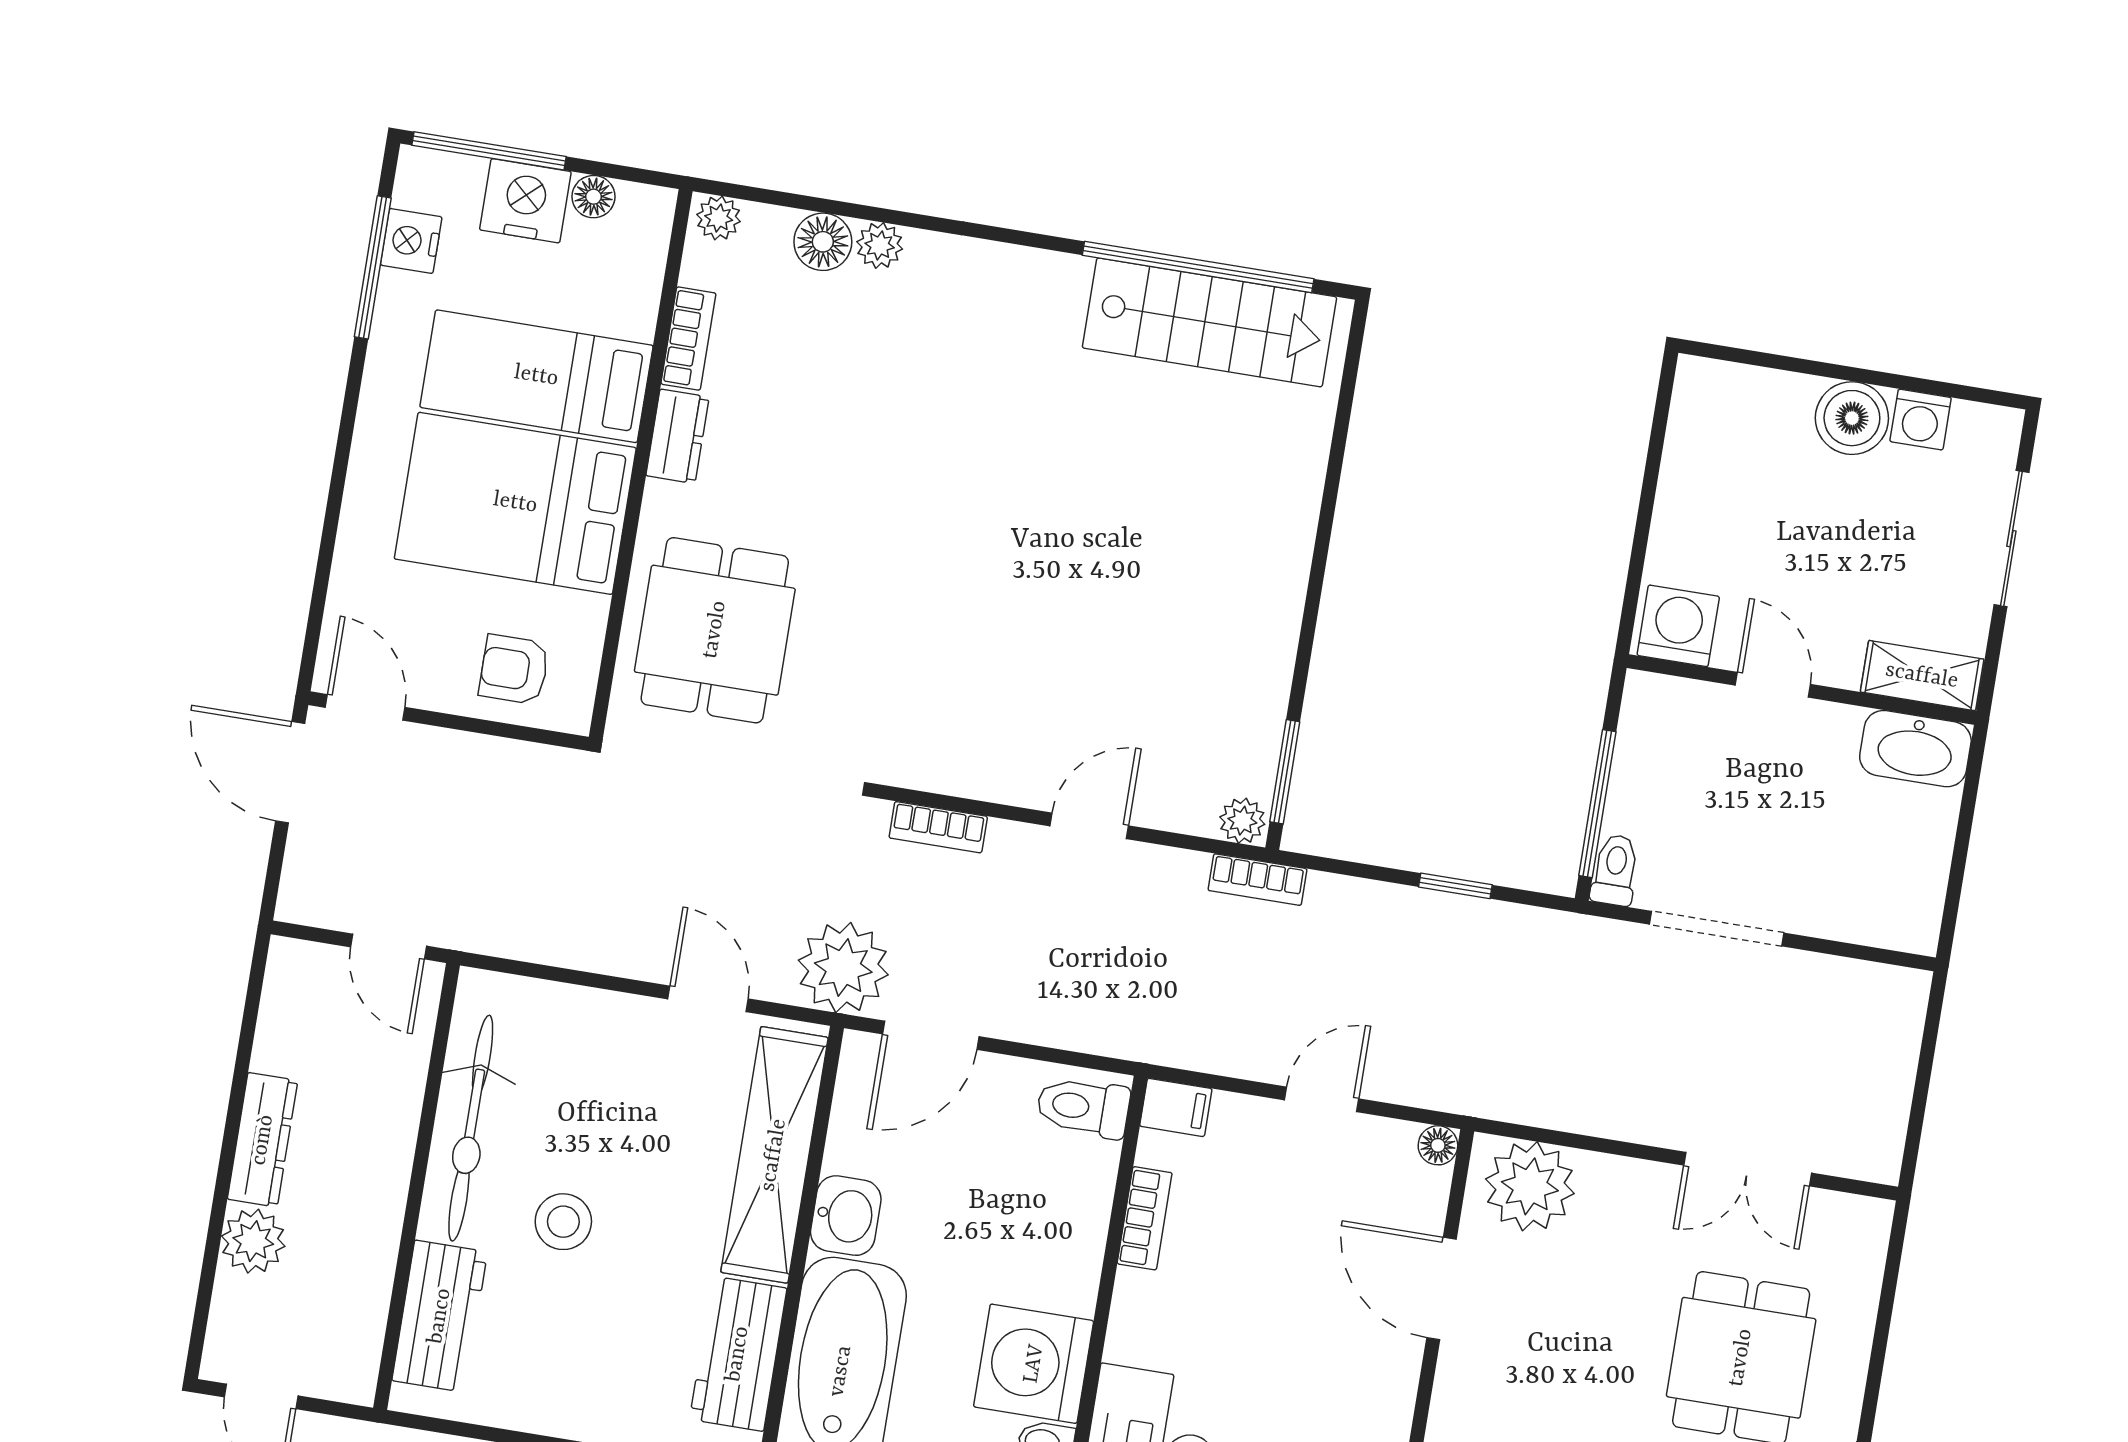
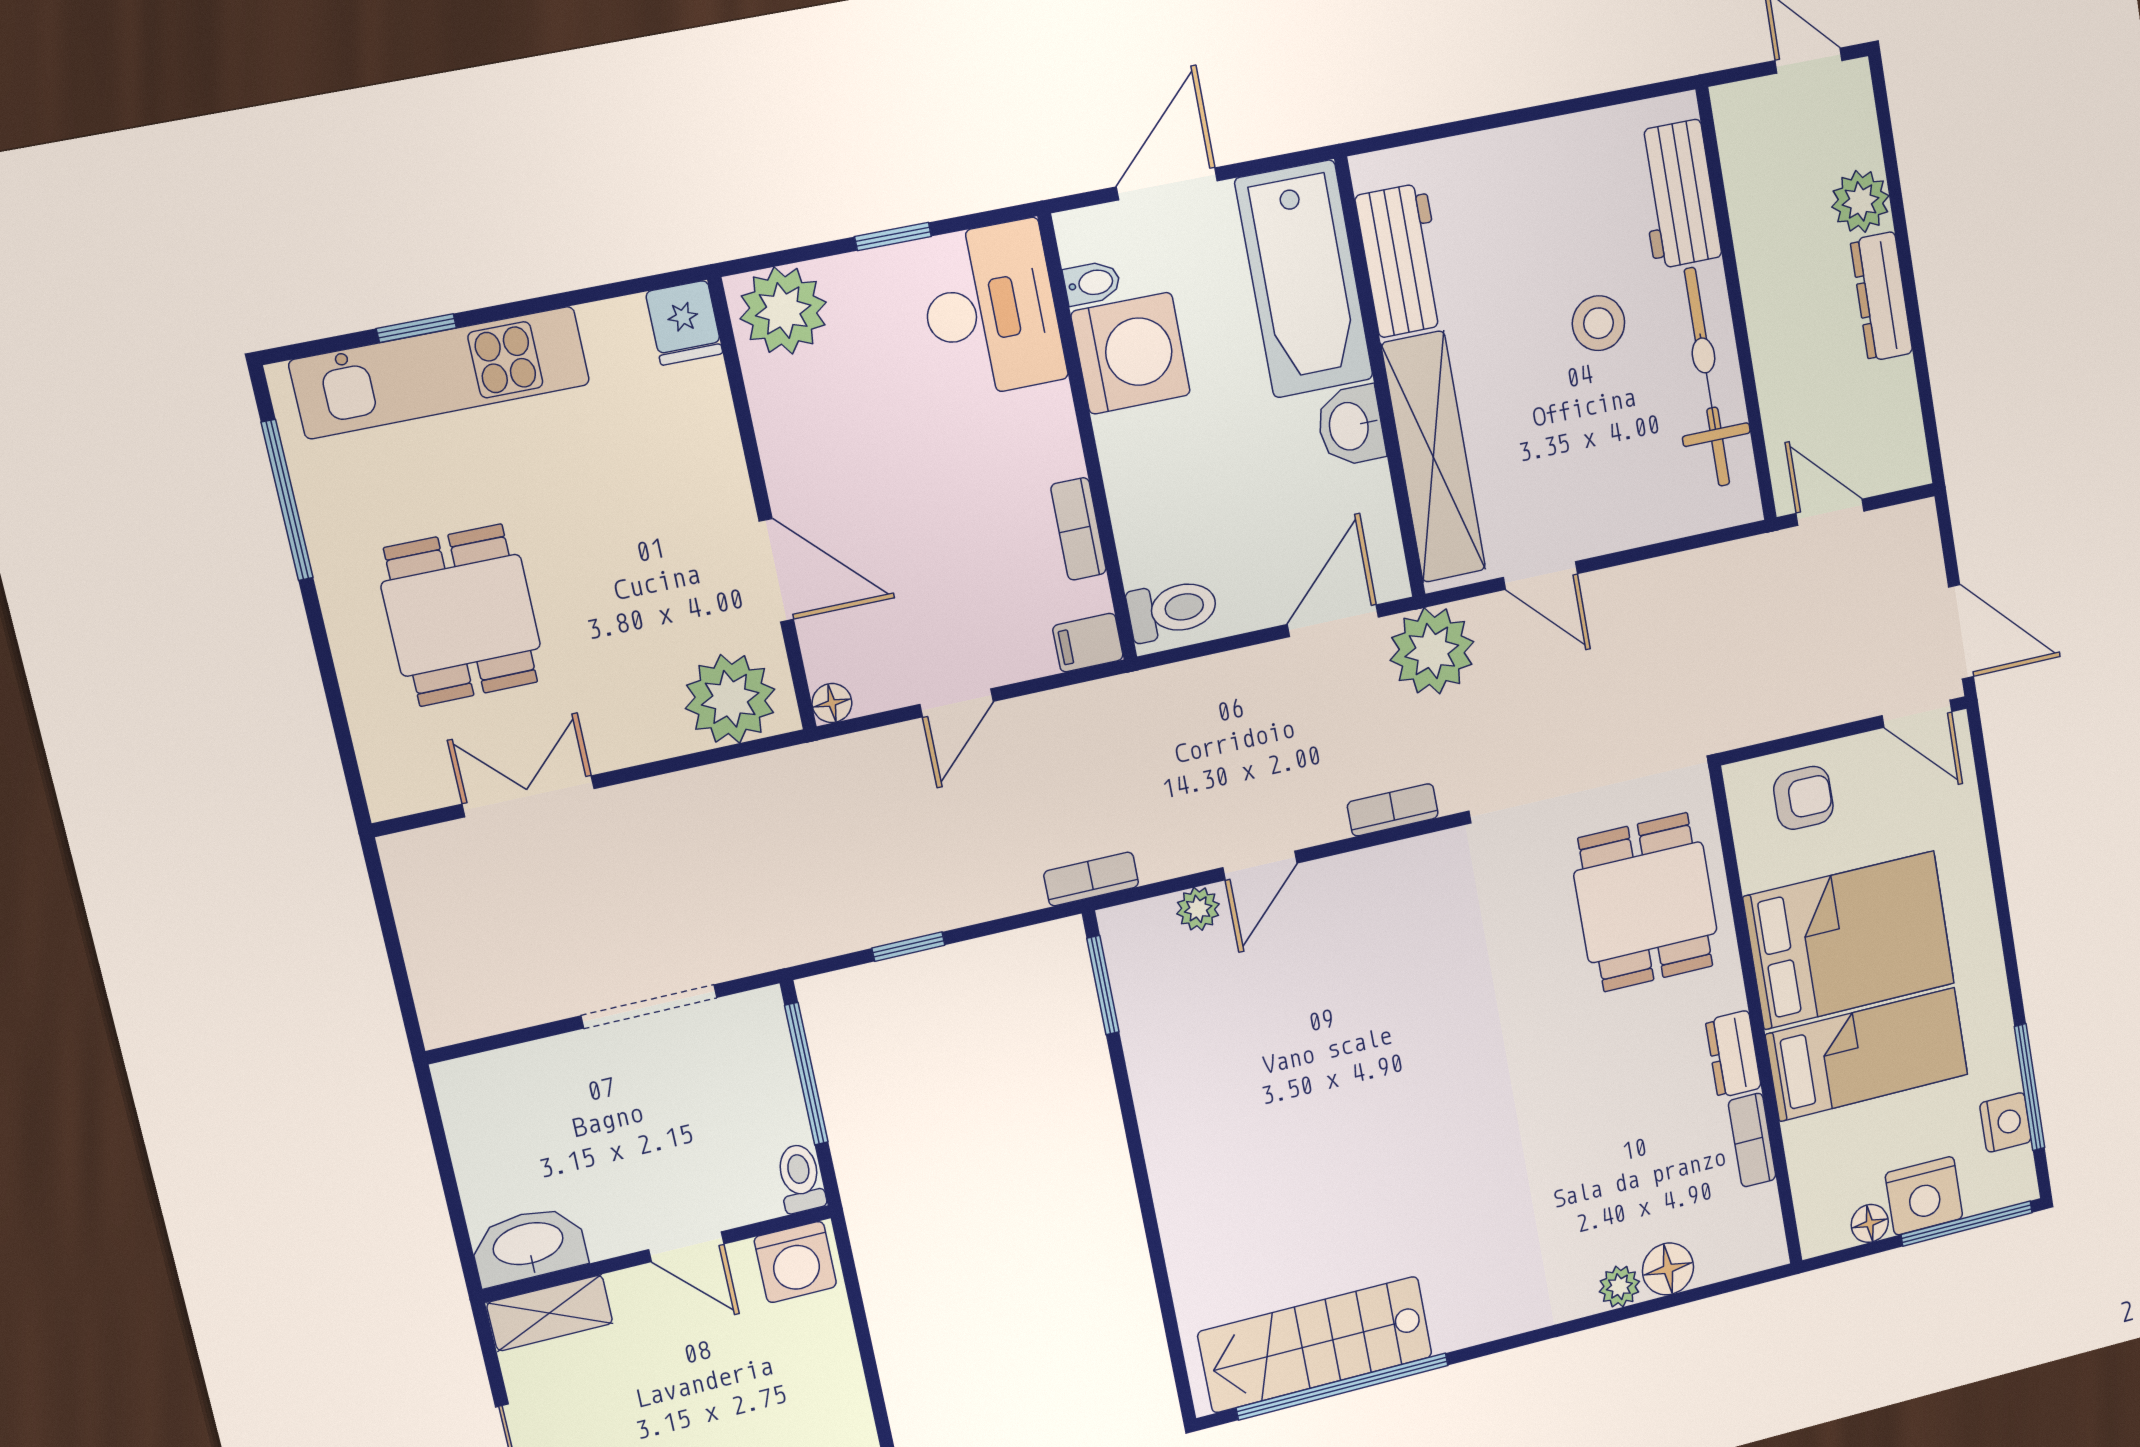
plant: (719, 218) -> (1761, 1251), removed
plant: (1242, 821) -> (1198, 909), moved
toilet: (1615, 870) -> (800, 1178), moved, turned 180

